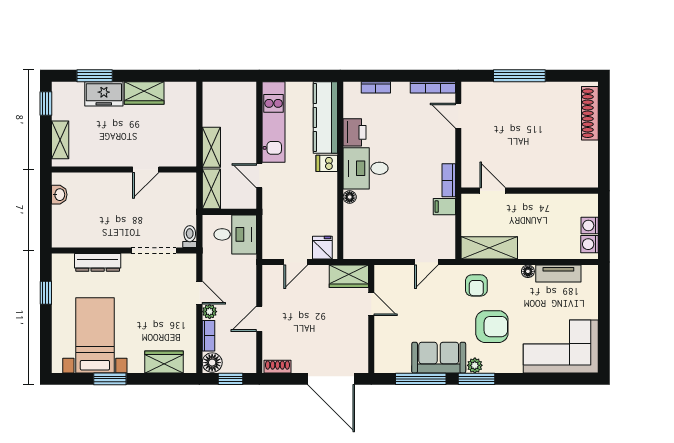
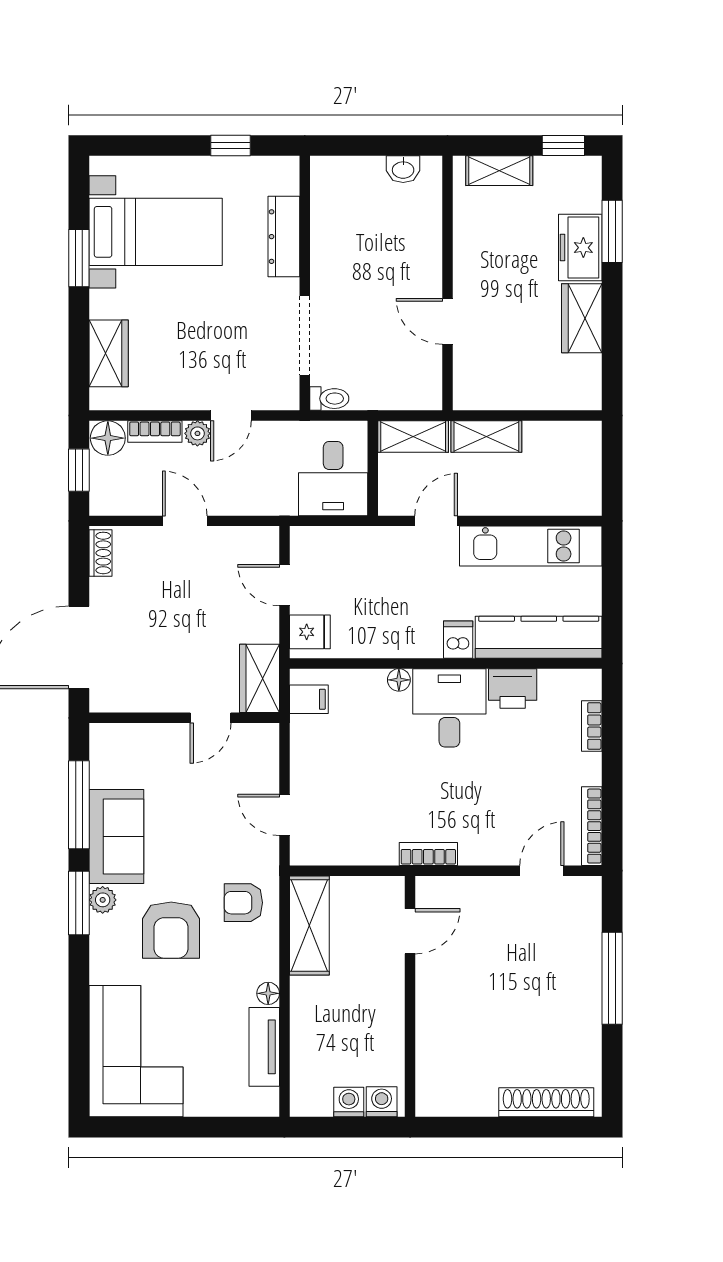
filing cabinet: (444, 207) -> (309, 699), moved, turned 90
washing machine: (590, 244) -> (382, 1102), moved

